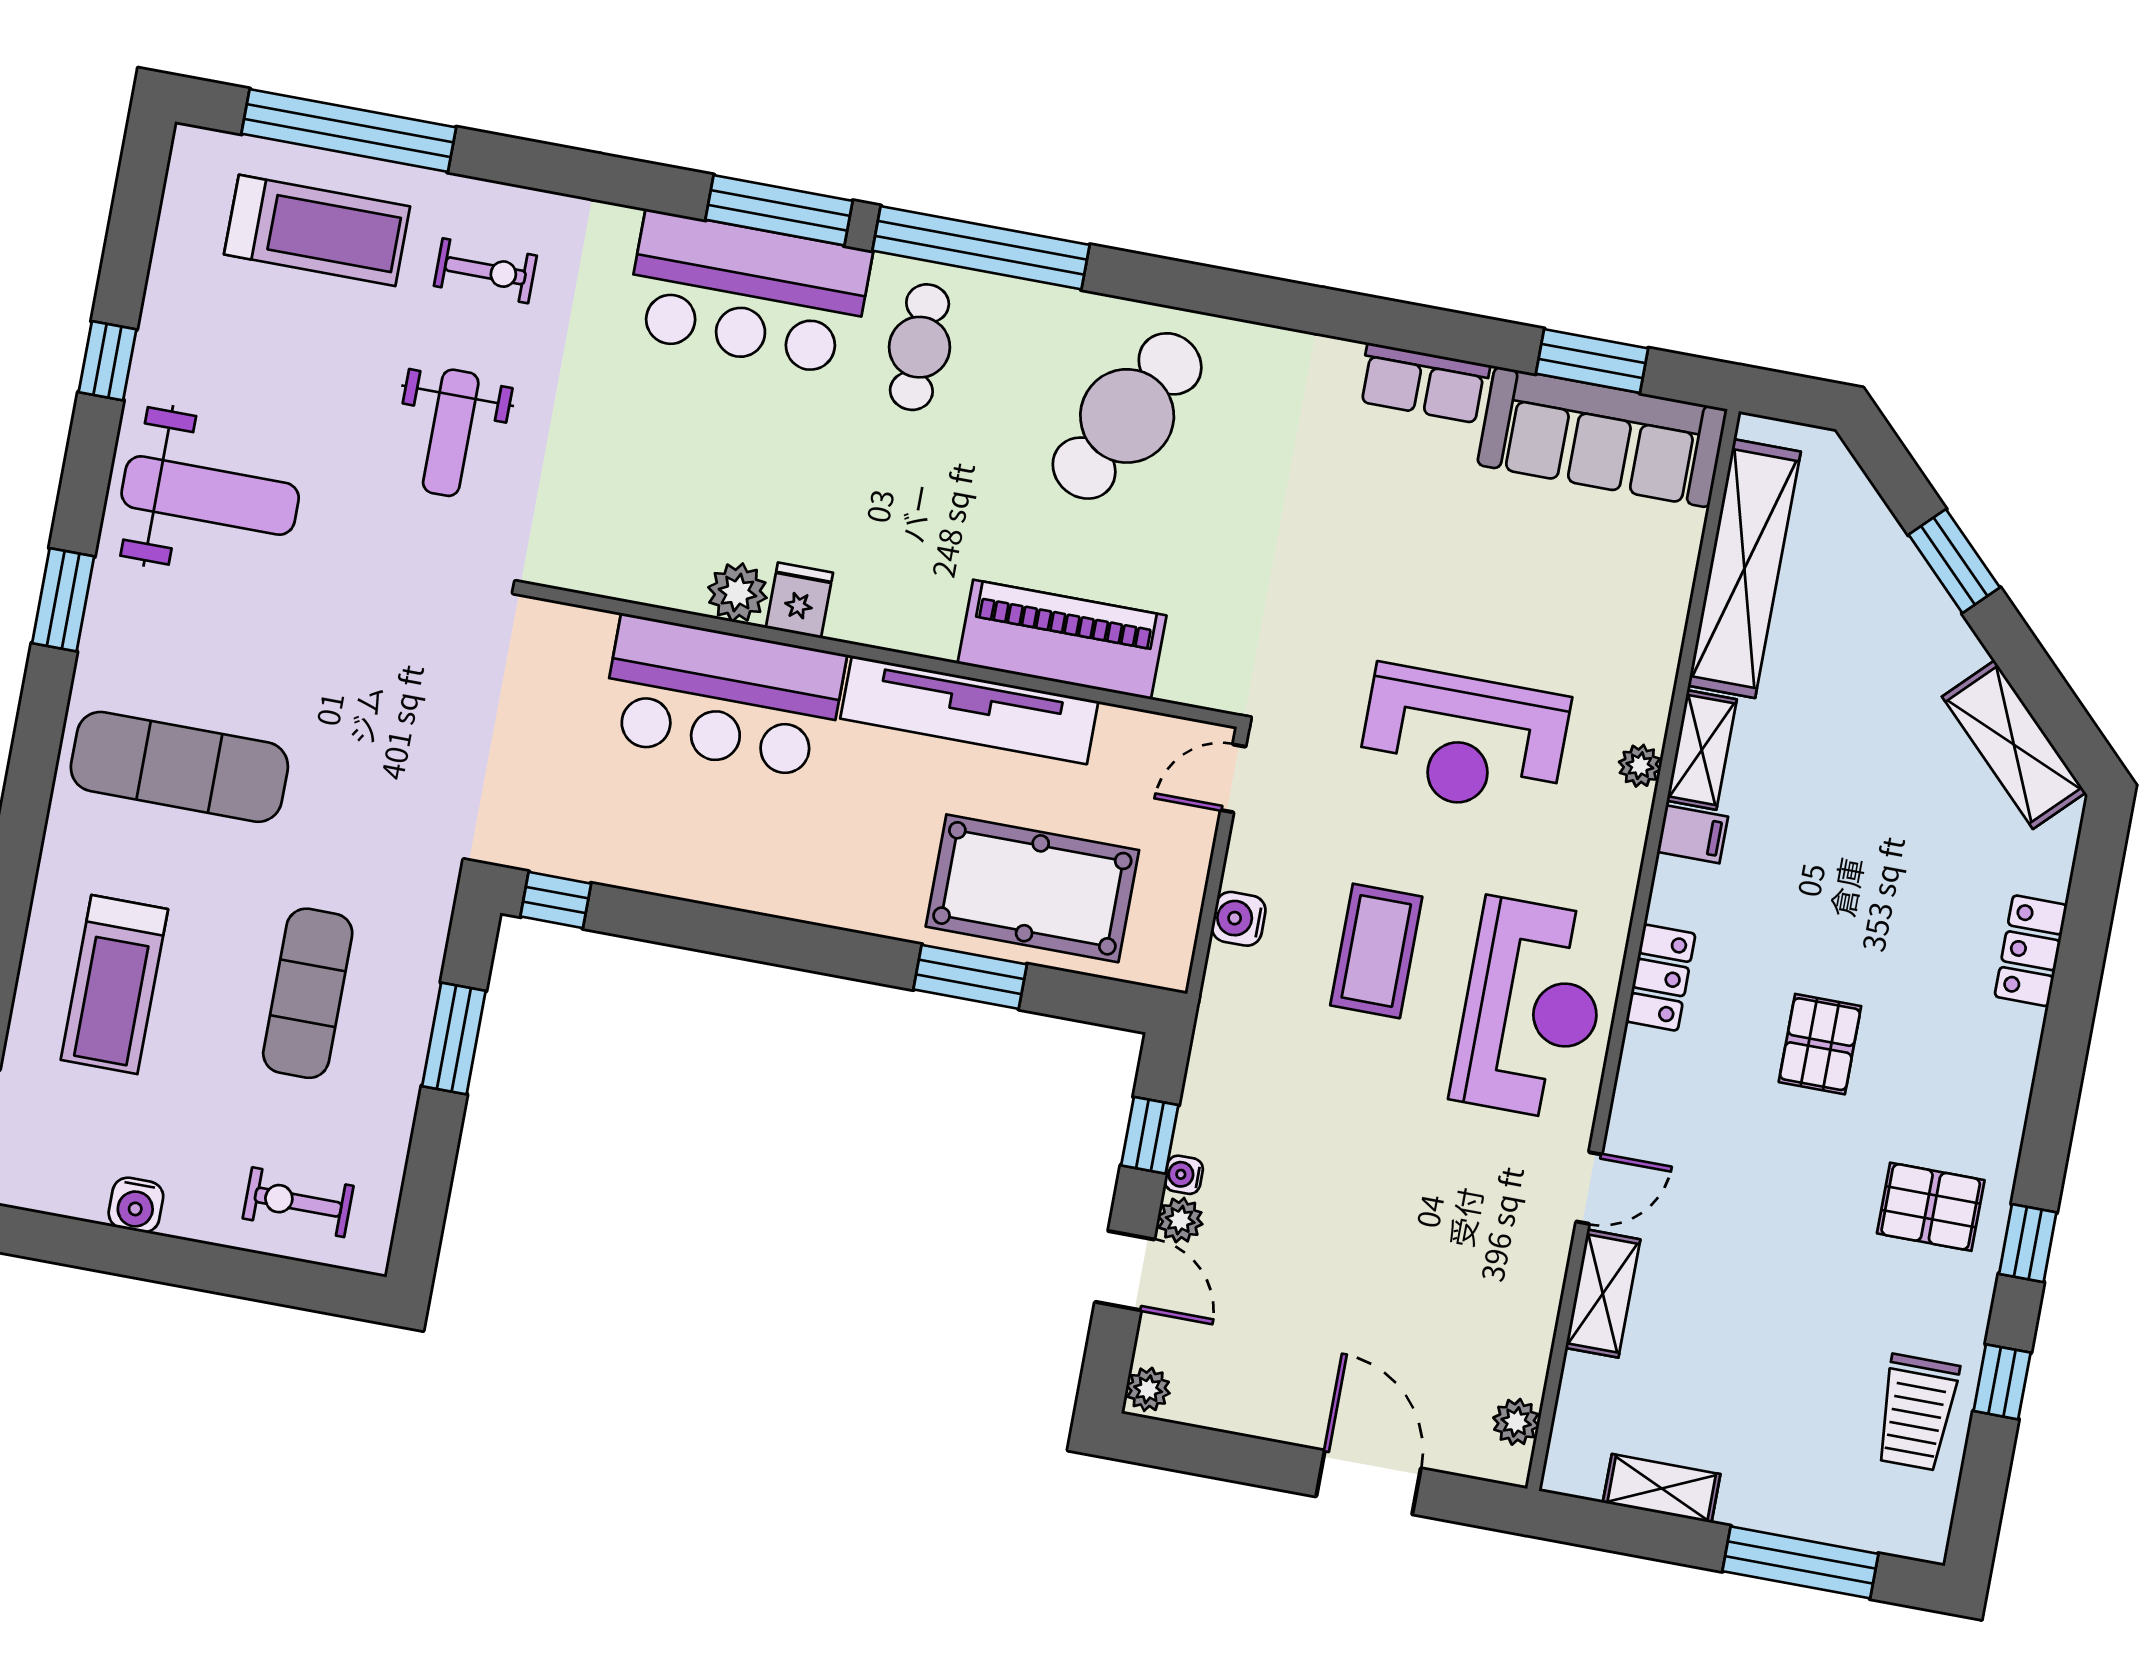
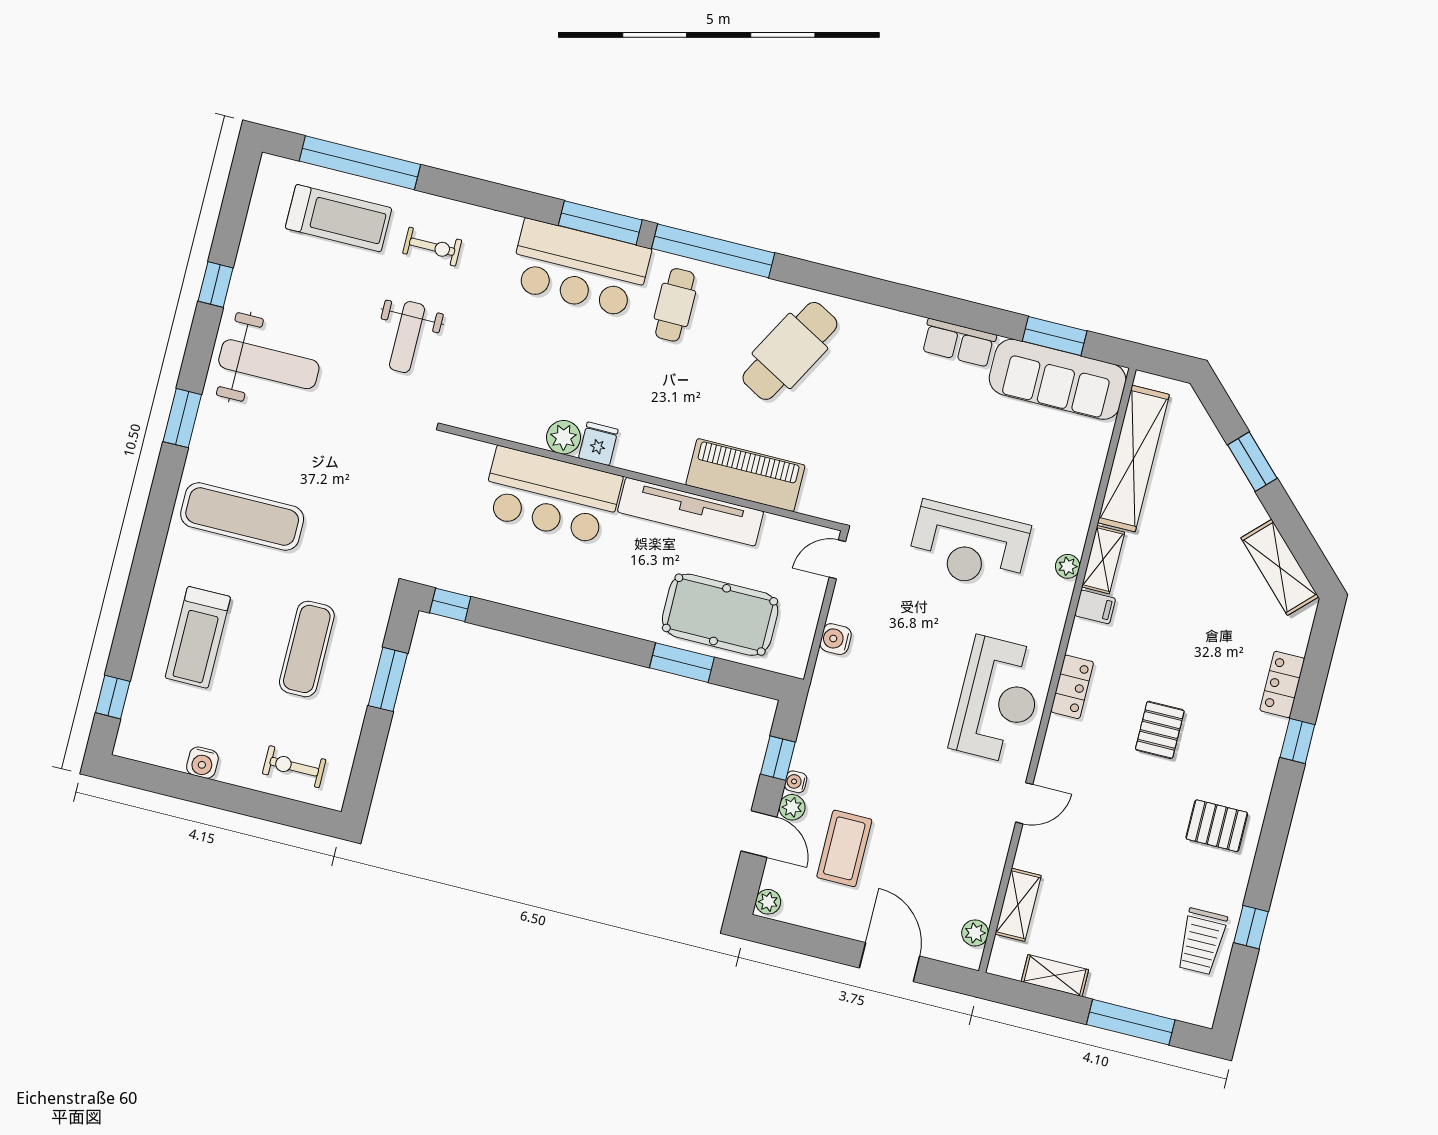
coffee table: (1376, 951) -> (844, 848), moved
window: (2028, 1243) -> (1297, 741), moved
shelving: (1603, 1294) -> (1018, 905), moved

